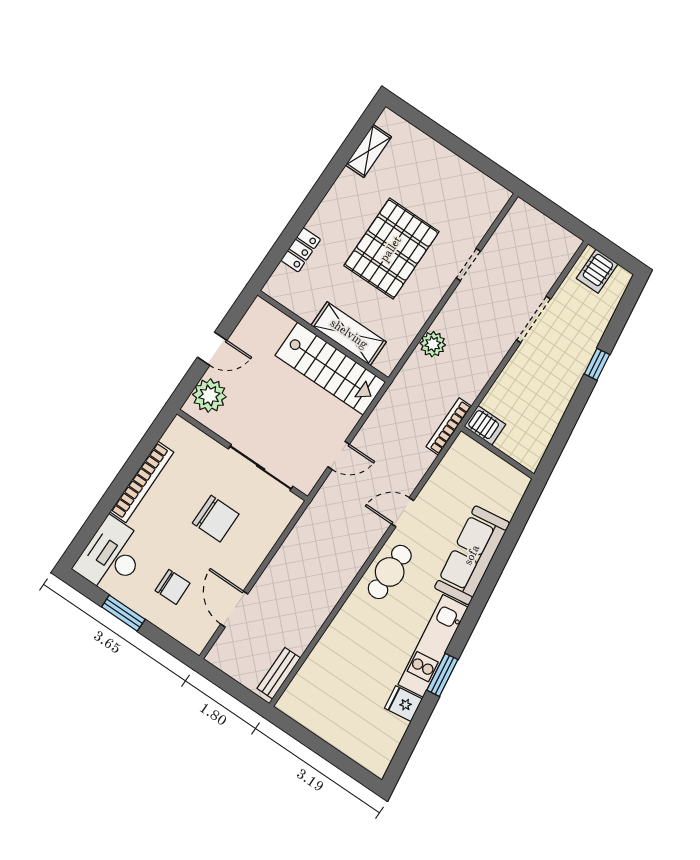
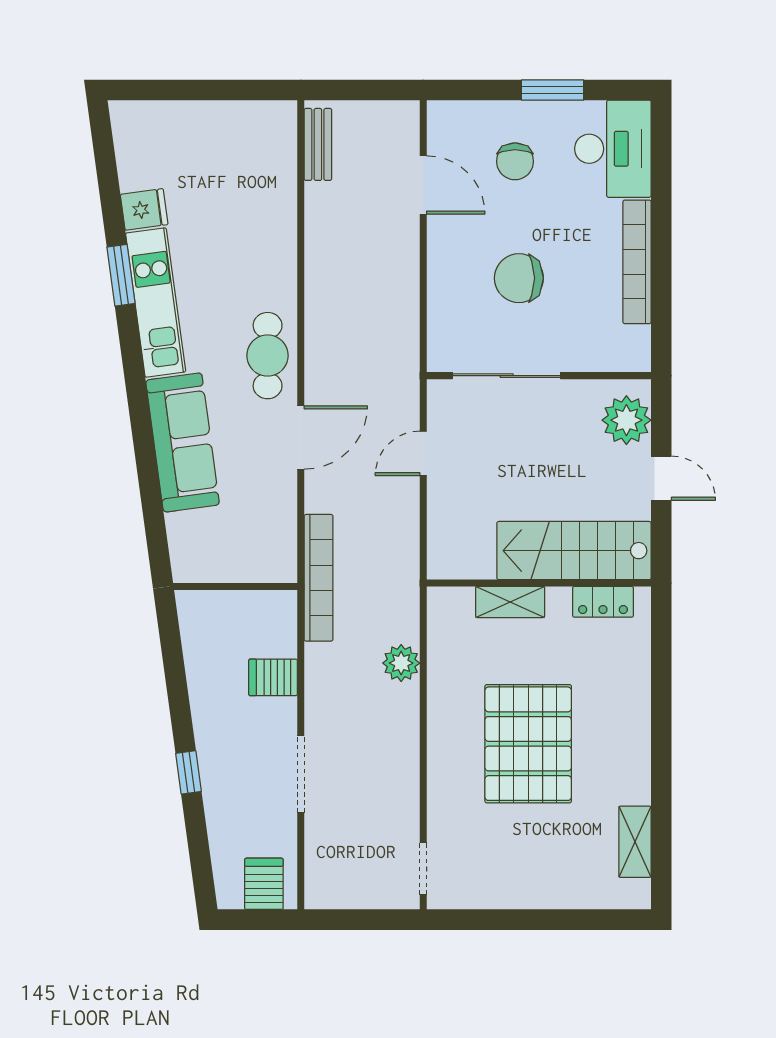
locker: (301, 250) -> (603, 602), moved, turned -90
doorway: (468, 265) -> (423, 869), moved
shelving: (349, 334) -> (510, 602), width x0.67, depth x0.75
door: (212, 349) -> (661, 478), swing flipped
stairs: (330, 369) -> (574, 551), moved
server rack: (485, 425) -> (273, 677), moved
bookcase: (449, 426) -> (319, 578), width x1.48, depth x1.31
door: (403, 512) -> (301, 438), width x1.38
chair: (173, 587) -> (515, 161), turned -89

